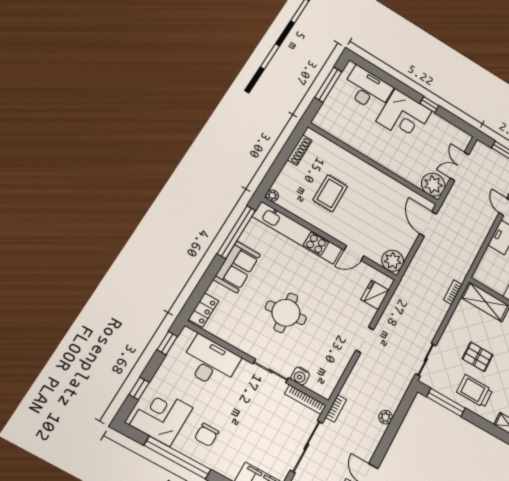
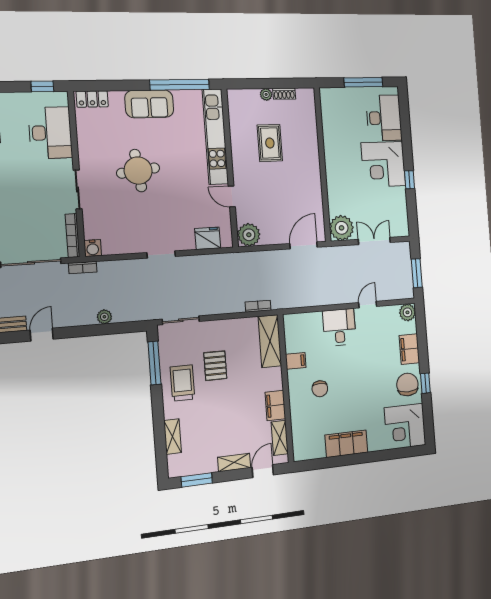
shoe rack: (300, 150) -> (284, 94), width x0.70
rug: (330, 193) -> (270, 143), turned 90
plant: (272, 195) -> (266, 94), moved
water cooler: (300, 376) -> (93, 248), moved, turned -90

